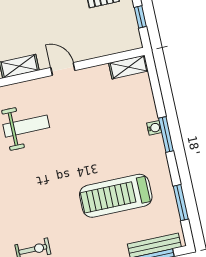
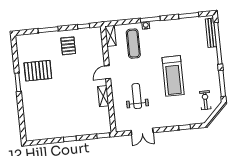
exercise mat: (119, 109) -> (133, 44), added
treadmill: (116, 196) -> (173, 76), moved

